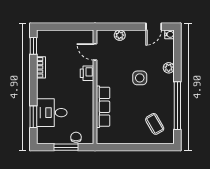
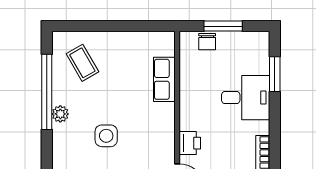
plant: (169, 68) -> (60, 114), moved
row of seats: (103, 107) -> (164, 79), width x0.68
desk: (52, 113) -> (246, 98), moved

